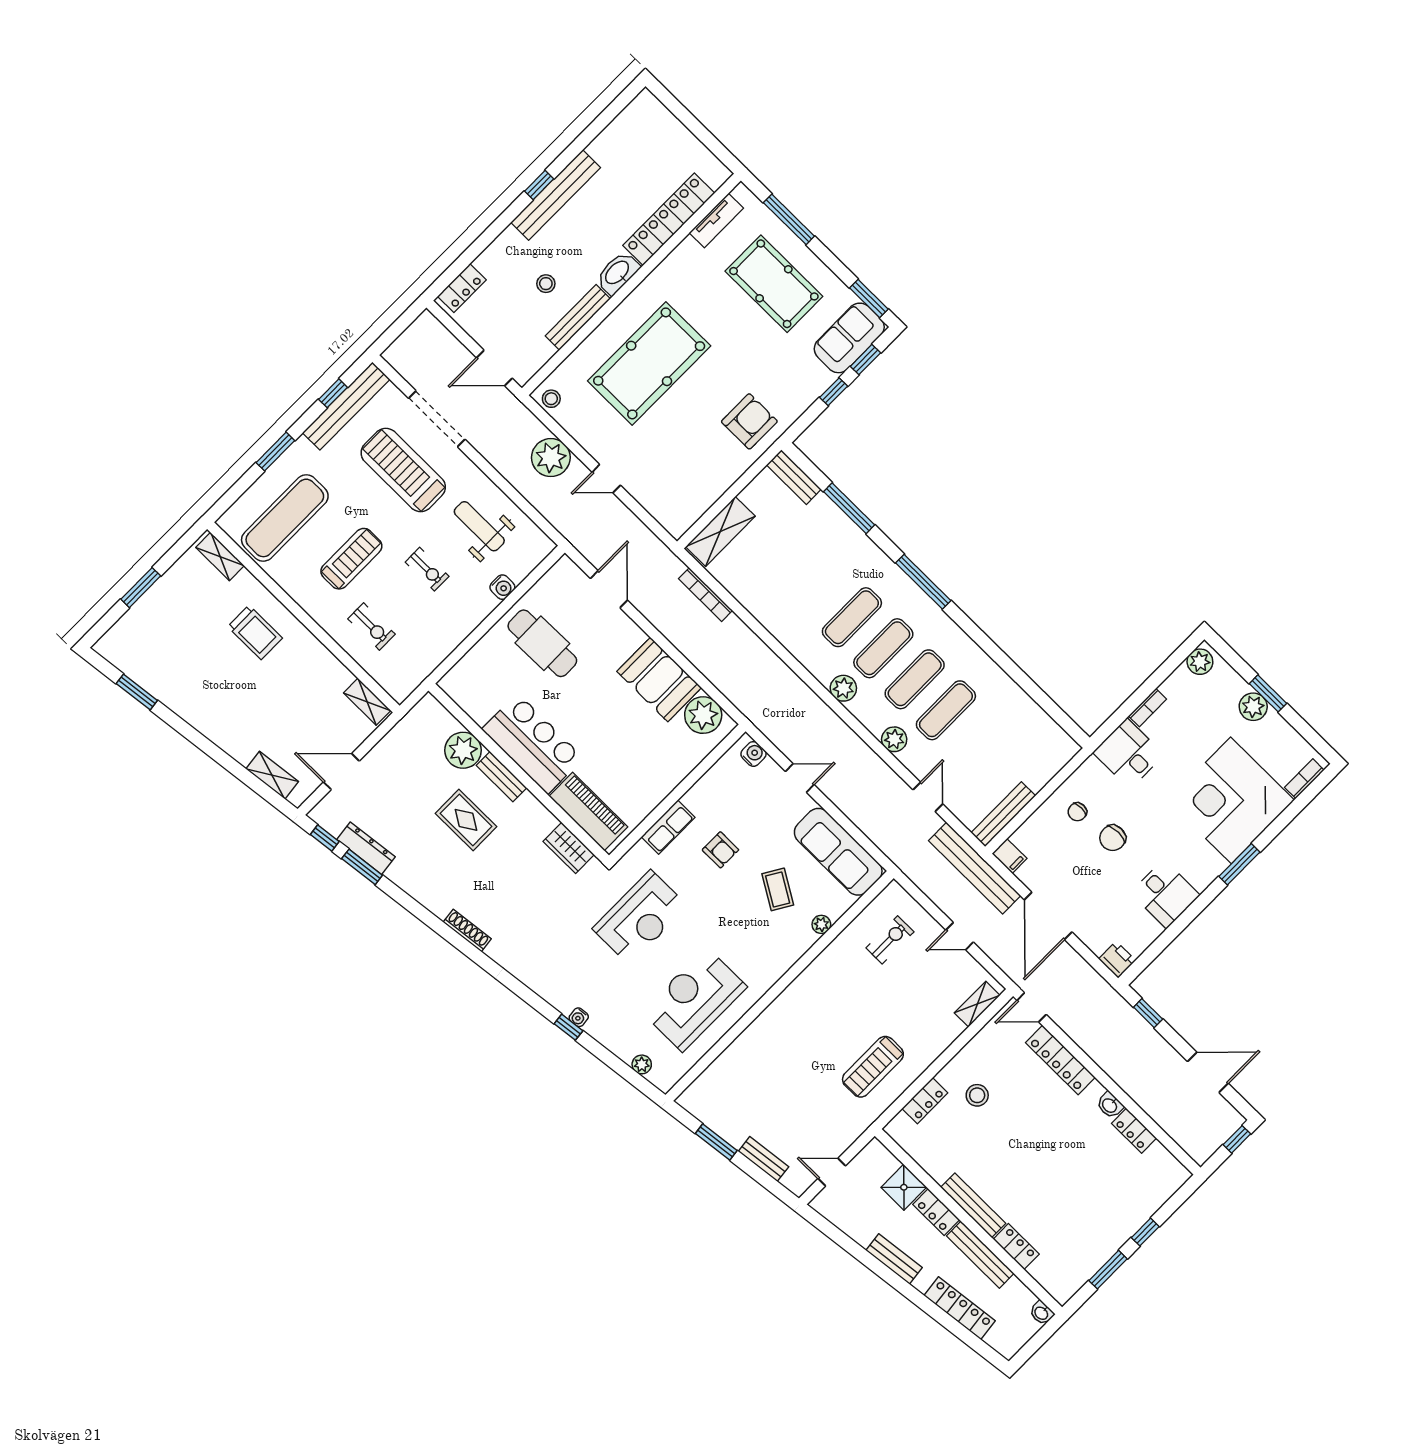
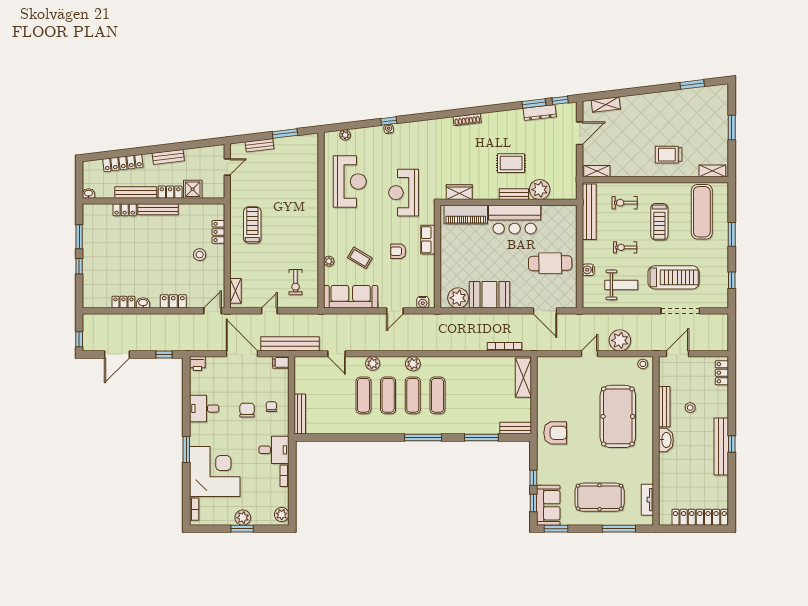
locker: (669, 219) -> (700, 517), moved, turned -90
bench: (346, 406) -> (589, 212), moved
armchair: (749, 421) -> (555, 433), turned -90
bench: (1003, 814) -> (300, 414), moved
locker: (1060, 1060) -> (173, 301), width x0.66

